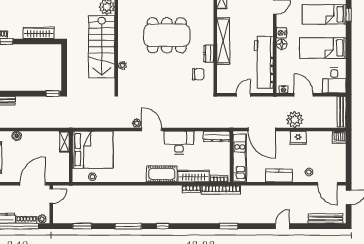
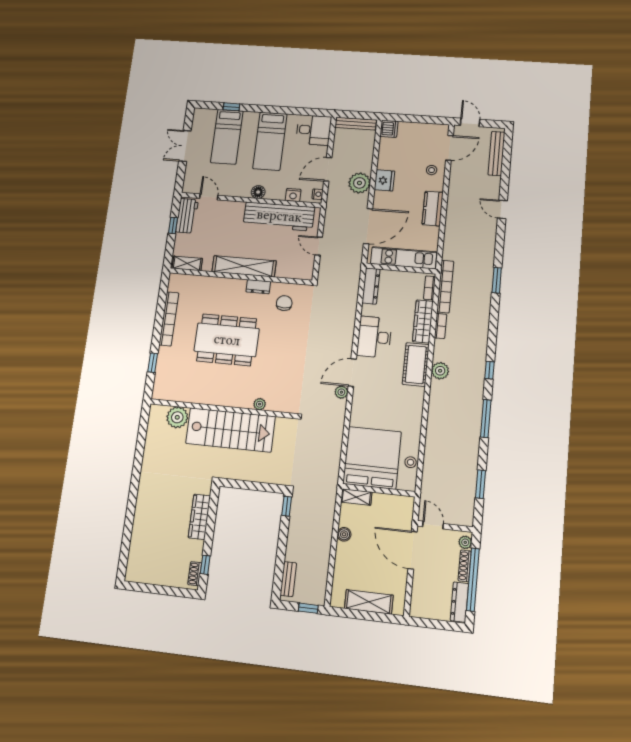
nightstand: (281, 33) -> (293, 195), moved
dining table: (167, 35) -> (227, 340), turned 90
boiler: (17, 136) -> (344, 534), moved
plant: (159, 192) -> (440, 371), added

